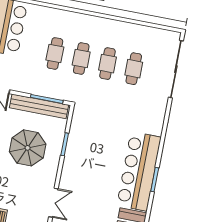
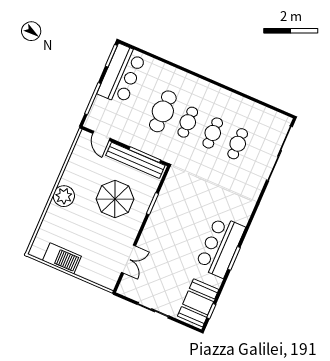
cafe table: (55, 53) -> (163, 111), width x1.37, depth x1.35
bar counter: (139, 171) -> (220, 247), width x0.73

